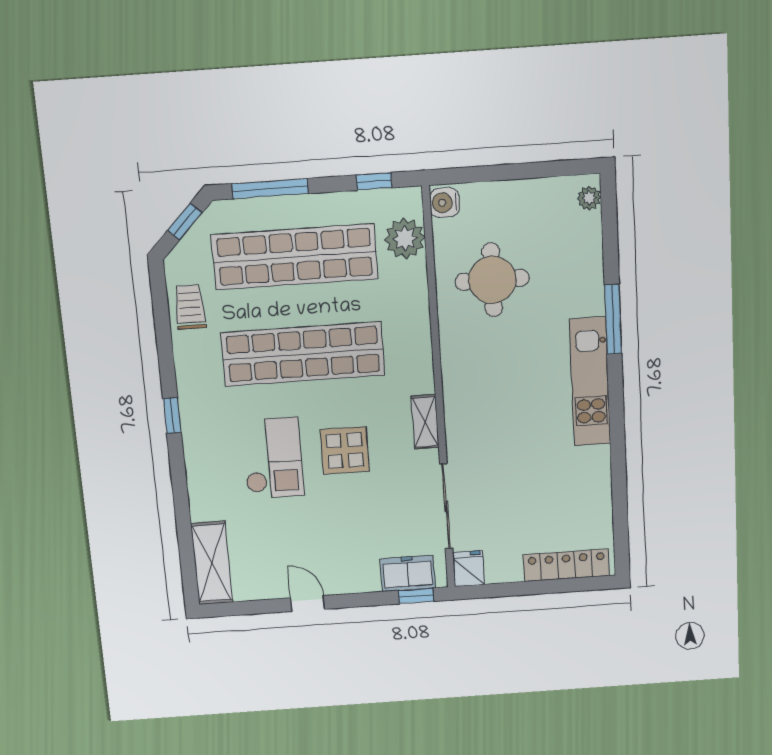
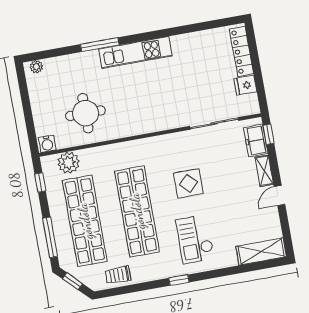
shelving: (425, 422) -> (264, 171), moved, turned 90
checkout: (273, 458) -> (195, 239), moved, turned -90
fridge: (469, 568) -> (245, 85), moved

